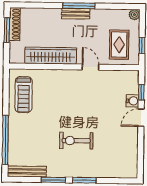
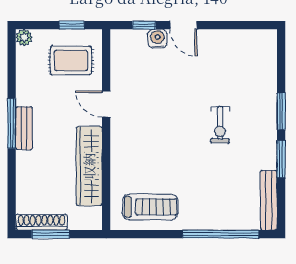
door: (91, 67) -> (106, 104), hinge flipped
exercise bike: (76, 141) -> (220, 125), width x0.73, depth x0.72

